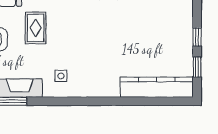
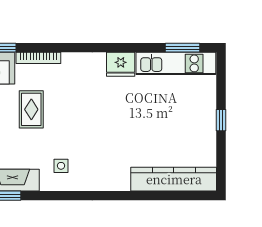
window: (197, 67) -> (221, 155), removed

